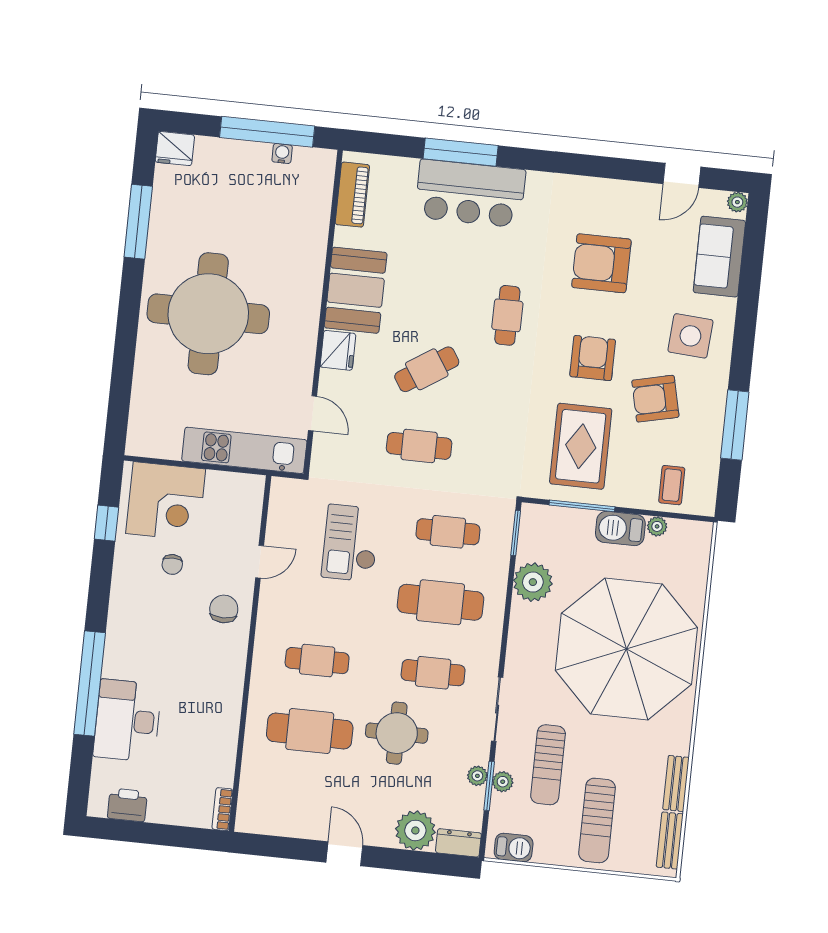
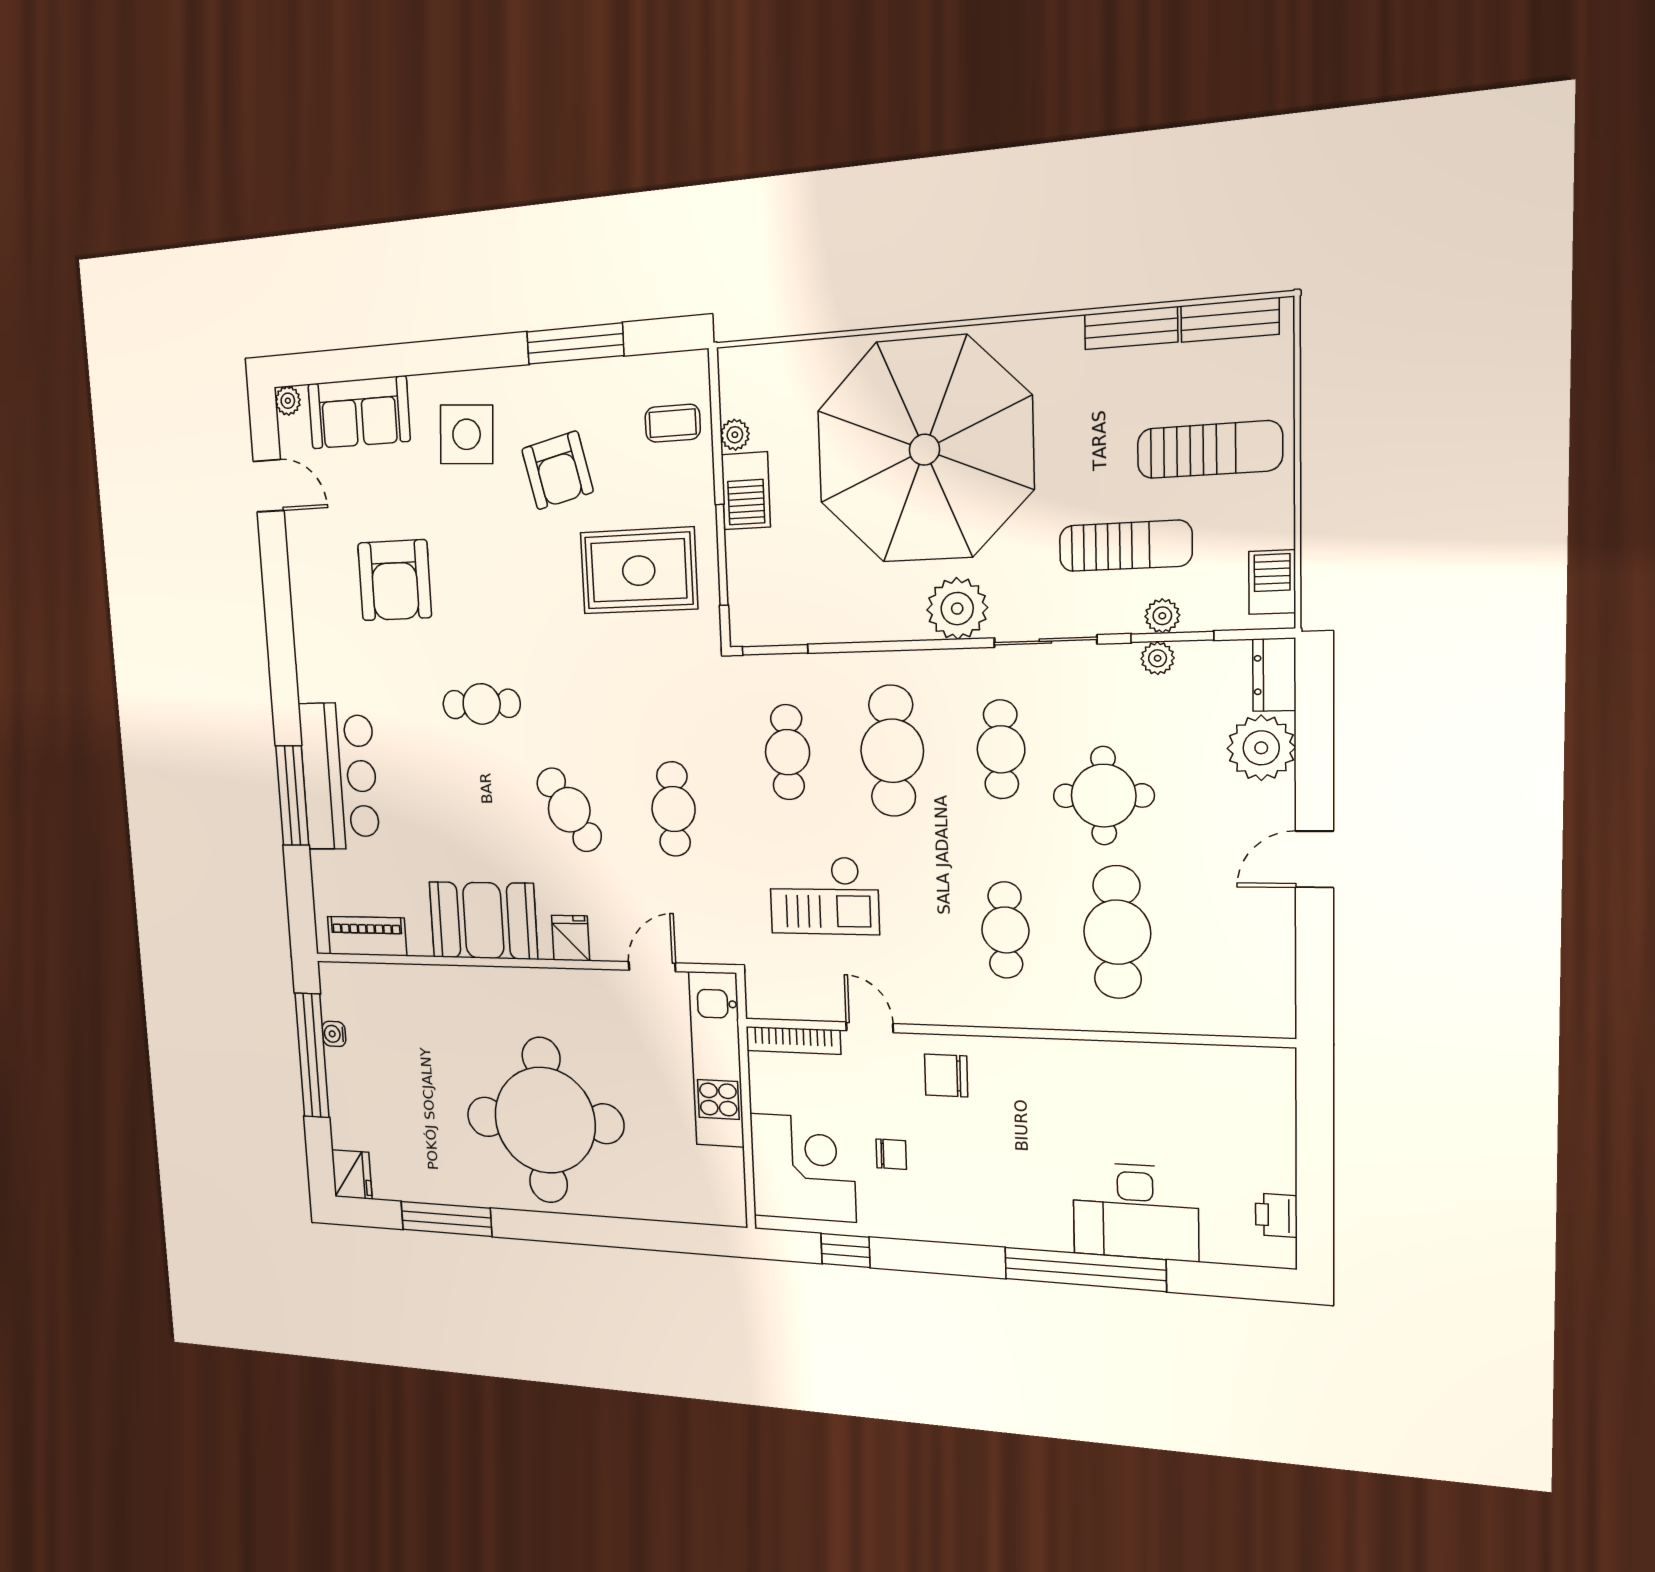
fridge: (338, 350) -> (571, 938), width x0.72
armchair: (593, 358) -> (518, 573), removed
plant: (533, 582) -> (957, 609), moved
printer: (127, 805) -> (1276, 1215), width x0.73, depth x0.81
bookcase: (222, 809) -> (793, 1040), moved, width x1.56

